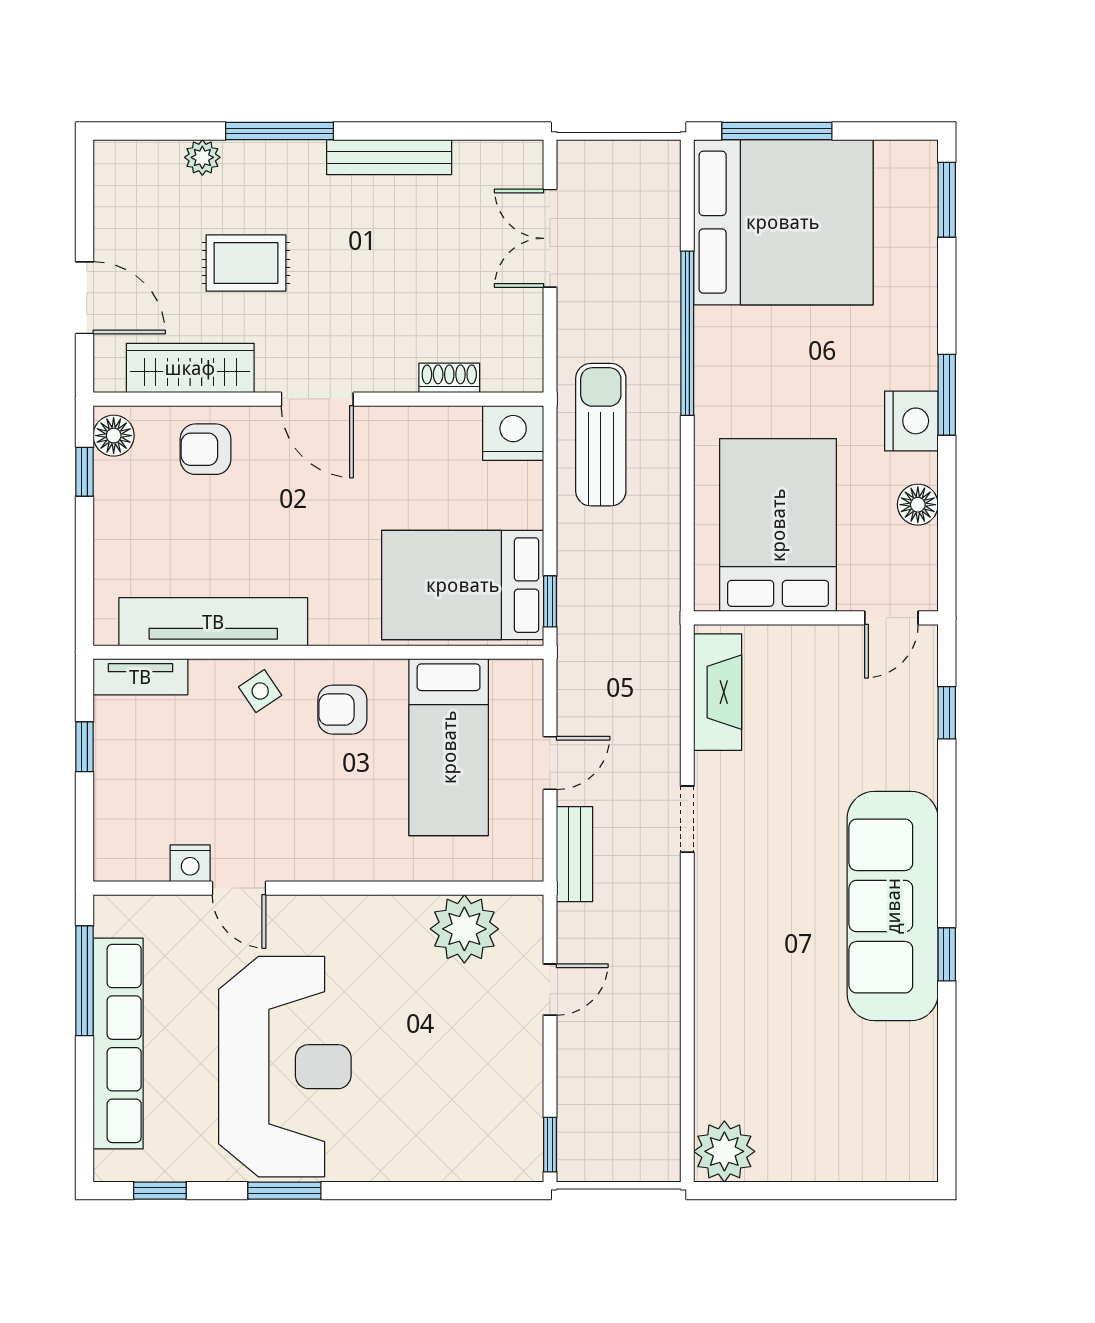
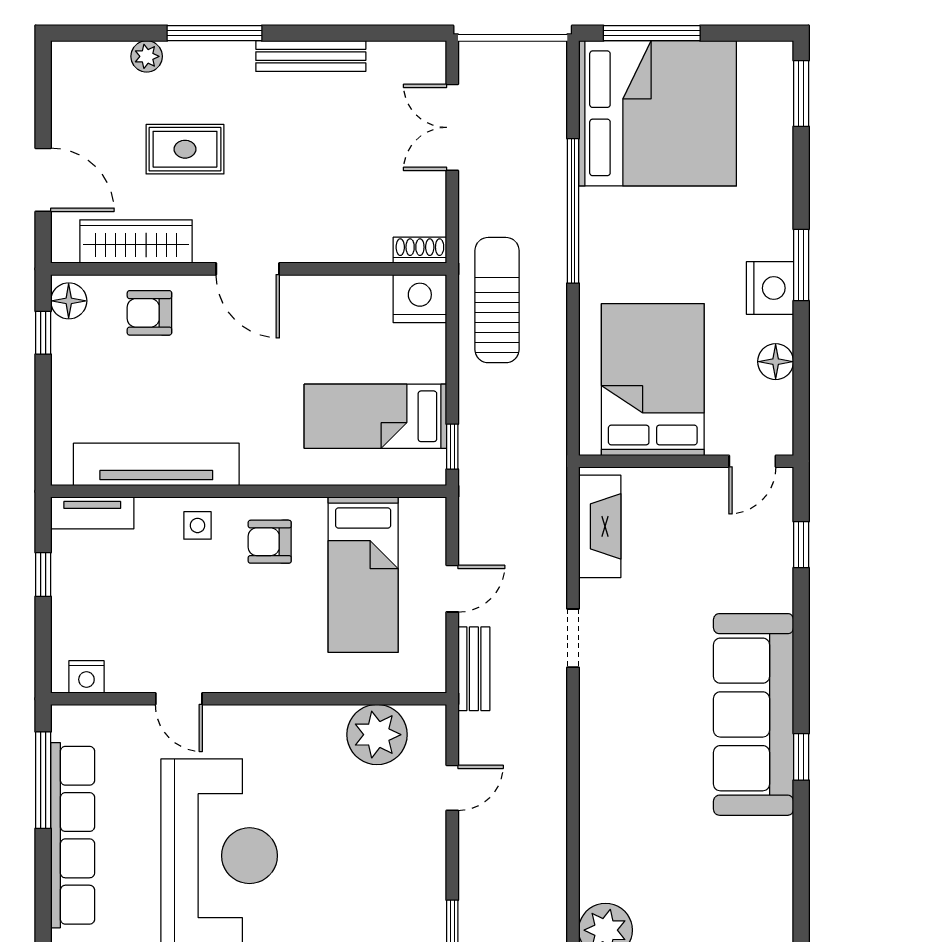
shoe rack: (449, 378) -> (420, 250), moved
bed: (463, 585) -> (375, 416), width x0.67
side table: (260, 691) -> (197, 525), turned 34
nightstand: (190, 863) -> (86, 677), moved

